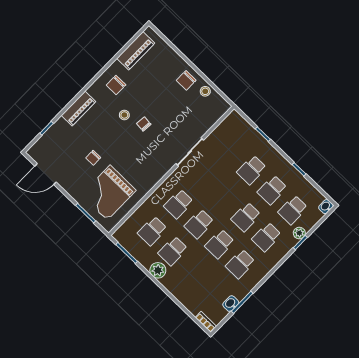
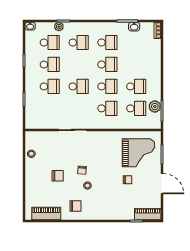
chair: (186, 80) -> (58, 176), moved
piano: (78, 109) -> (148, 214), moved
door: (46, 174) -> (162, 184), moved
school desk: (246, 217) -> (79, 86), moved
plant: (158, 270) -> (155, 106), moved

